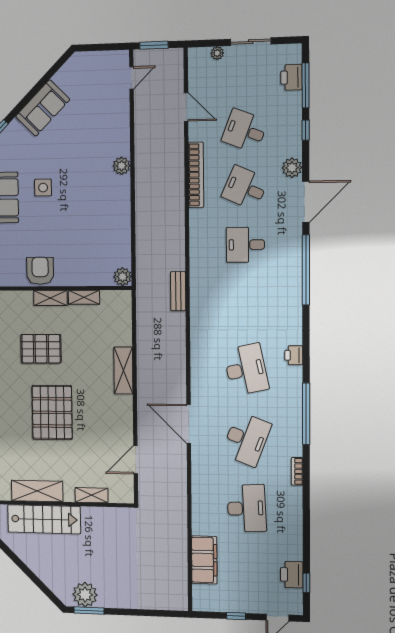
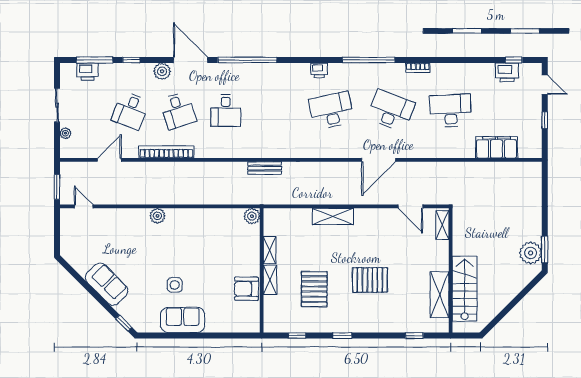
desk: (245, 188) -> (178, 111), turned -42
pallet: (52, 412) -> (370, 280), width x0.73, depth x0.71
shelving: (92, 495) -> (442, 225), moved

